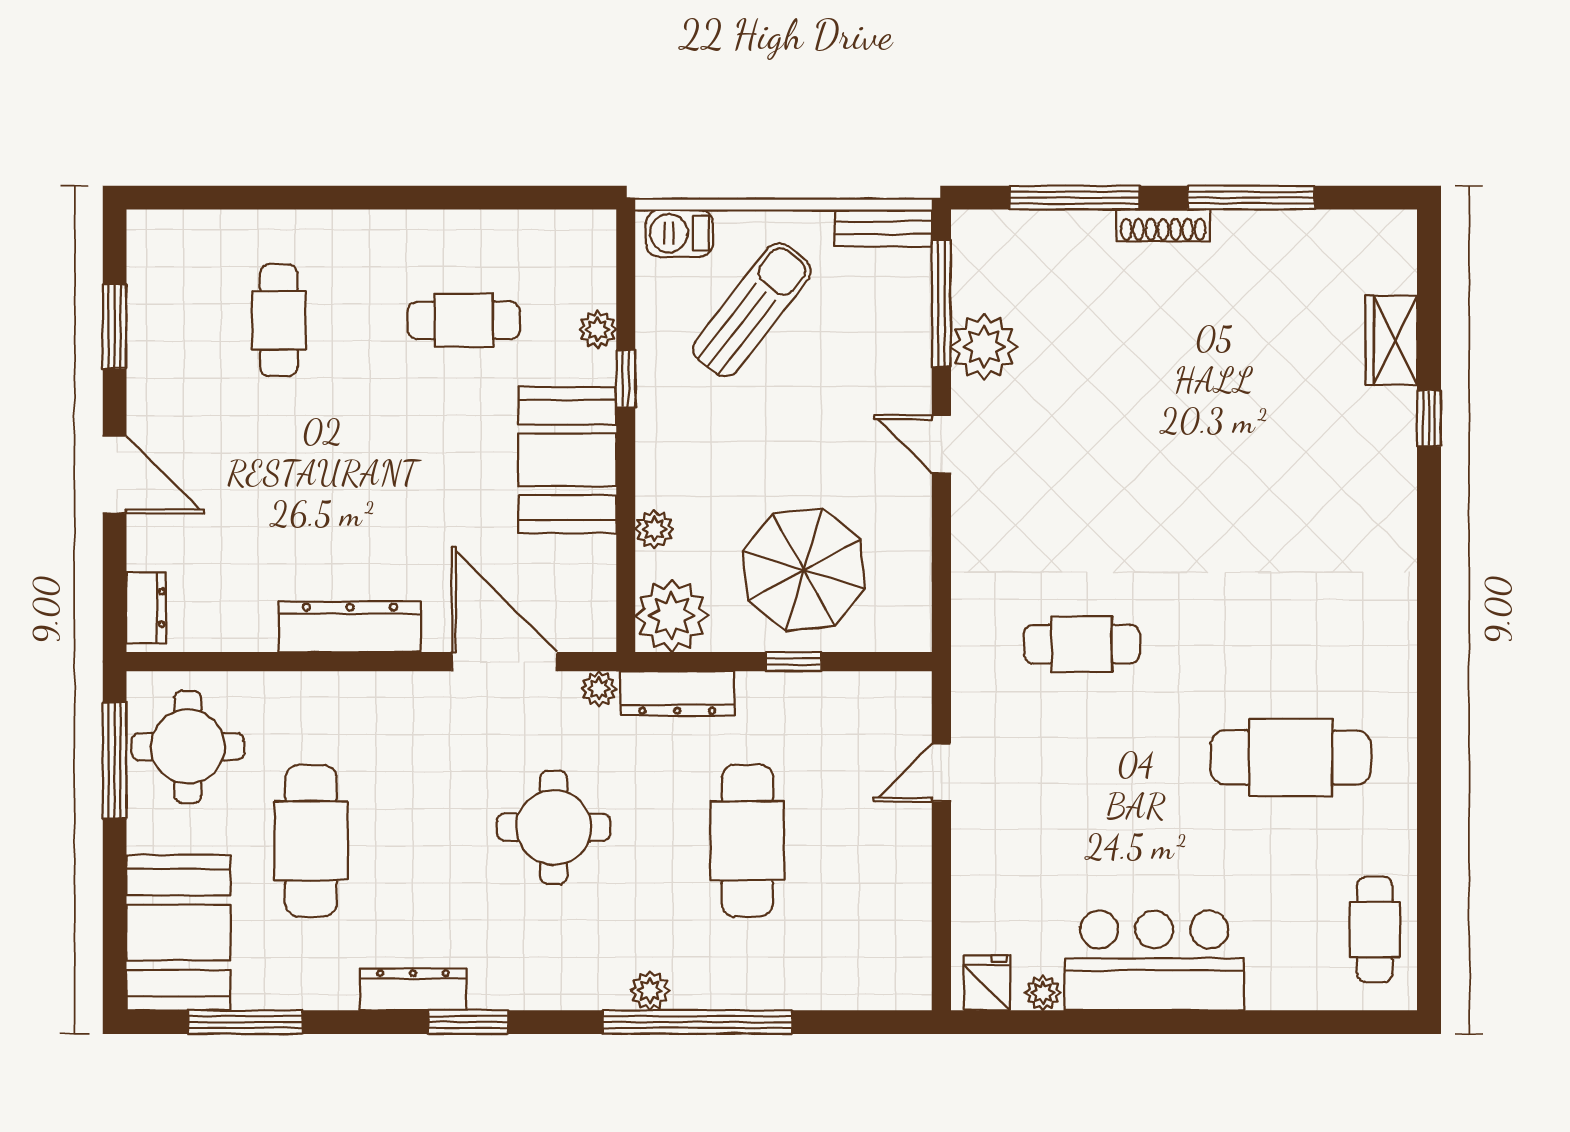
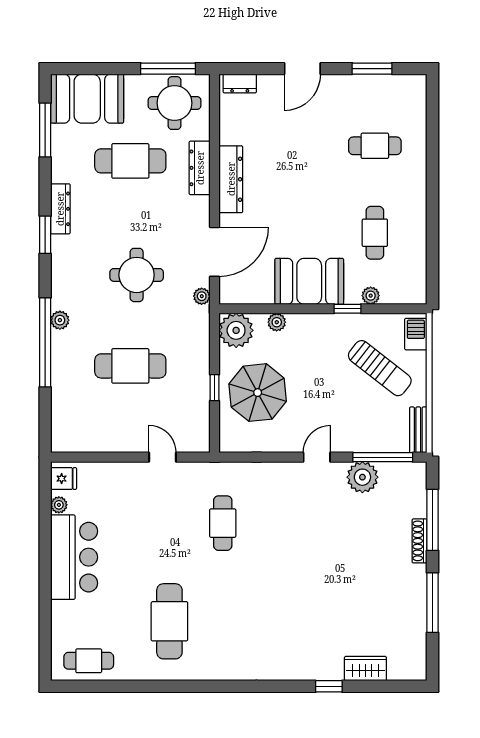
shoe rack: (1163, 225) -> (420, 541), moved
dresser: (677, 693) -> (200, 168), moved

